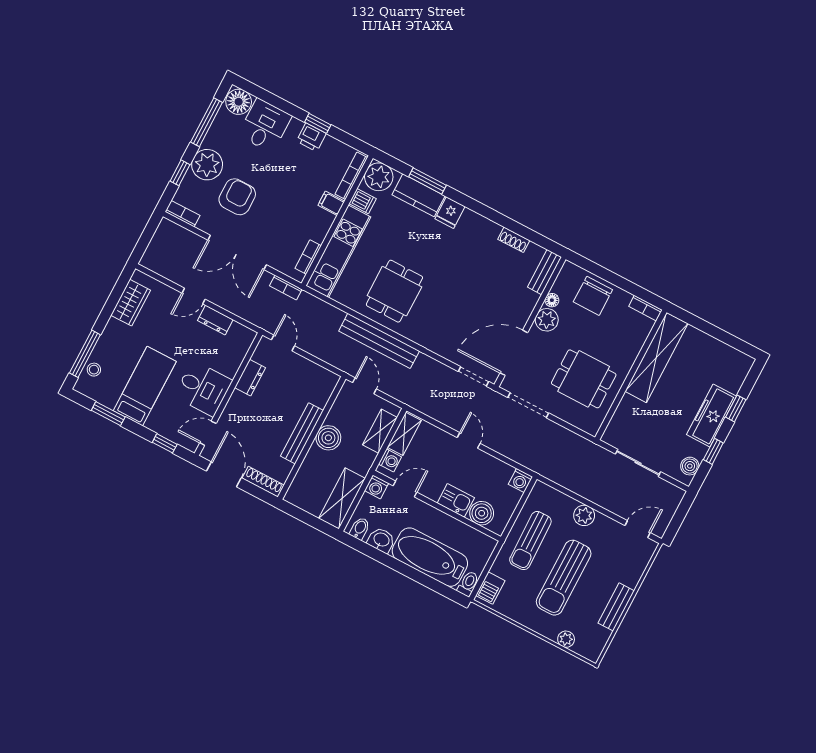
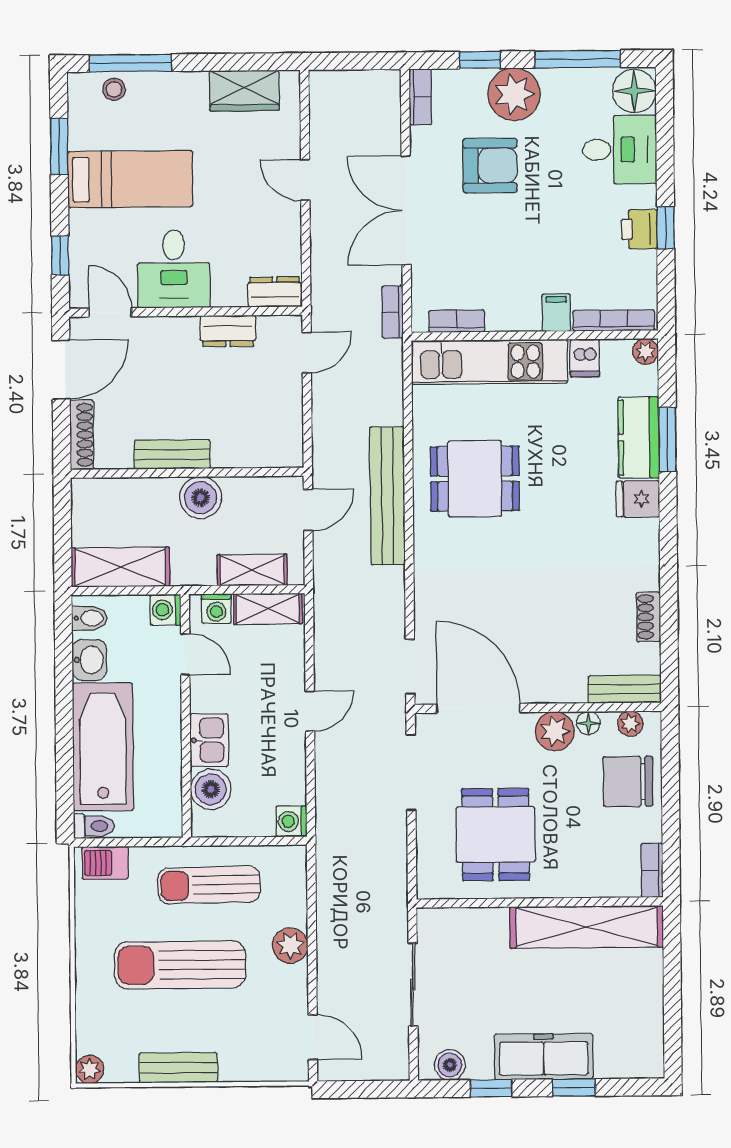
plant: (379, 177) -> (646, 351), width x0.53, depth x0.53
plant: (564, 279) -> (630, 724), added
dresser: (215, 320) -> (275, 292), moved, turned 90
bench: (302, 433) -> (172, 454), width x0.73
plant: (566, 639) -> (90, 1069), moved

